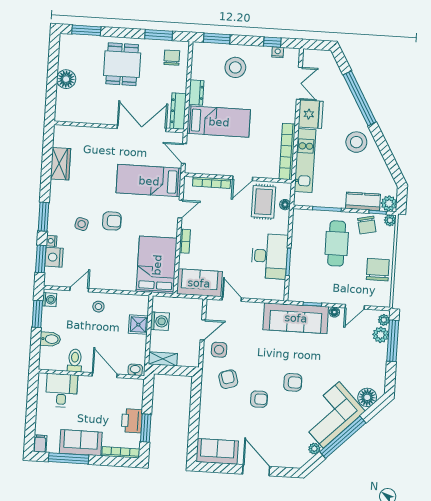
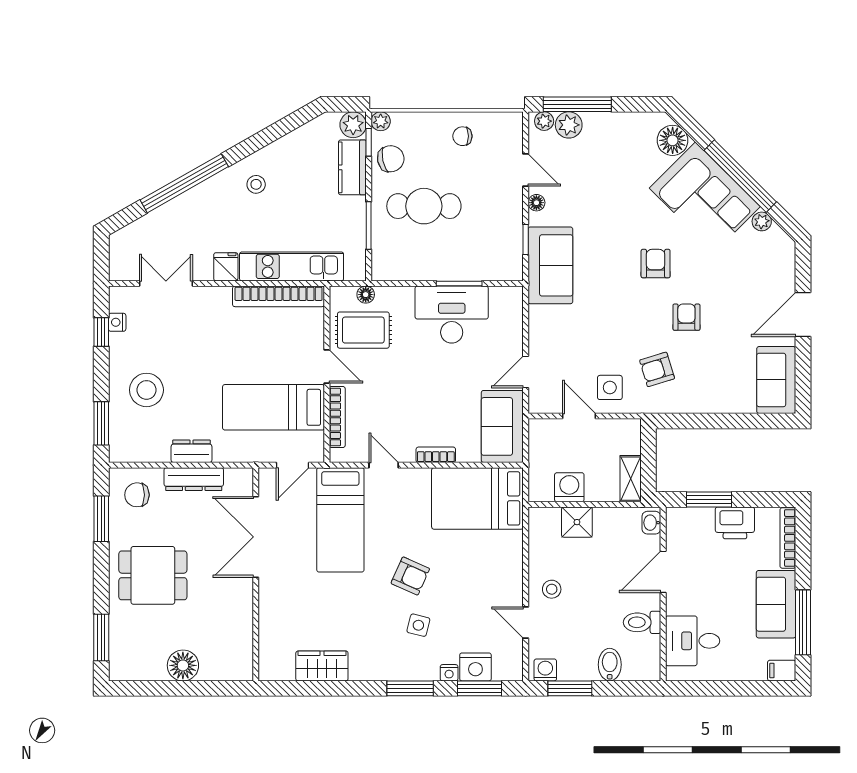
dresser: (178, 111) -> (194, 479), moved
fridge: (311, 114) -> (226, 267), width x0.53, depth x0.75
bed: (219, 122) -> (274, 407), moved, turned -90
stool: (356, 142) -> (256, 184), width x0.53, depth x0.53
armchair: (112, 221) -> (410, 576), turned 114
chair: (378, 270) -> (462, 136), width x0.54, depth x0.54
sofa: (296, 318) -> (550, 265), width x0.73
window: (146, 428) -> (709, 499), moved

